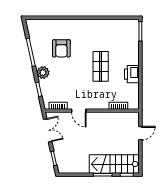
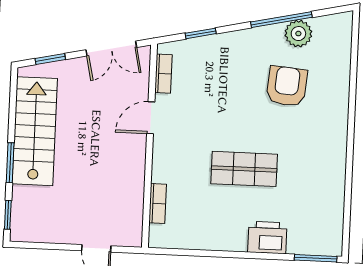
armchair: (61, 48) -> (287, 86), turned 95
plant: (43, 72) -> (298, 34), moved
printer: (132, 74) -> (267, 237), moved
stairs: (114, 164) -> (35, 131), moved

